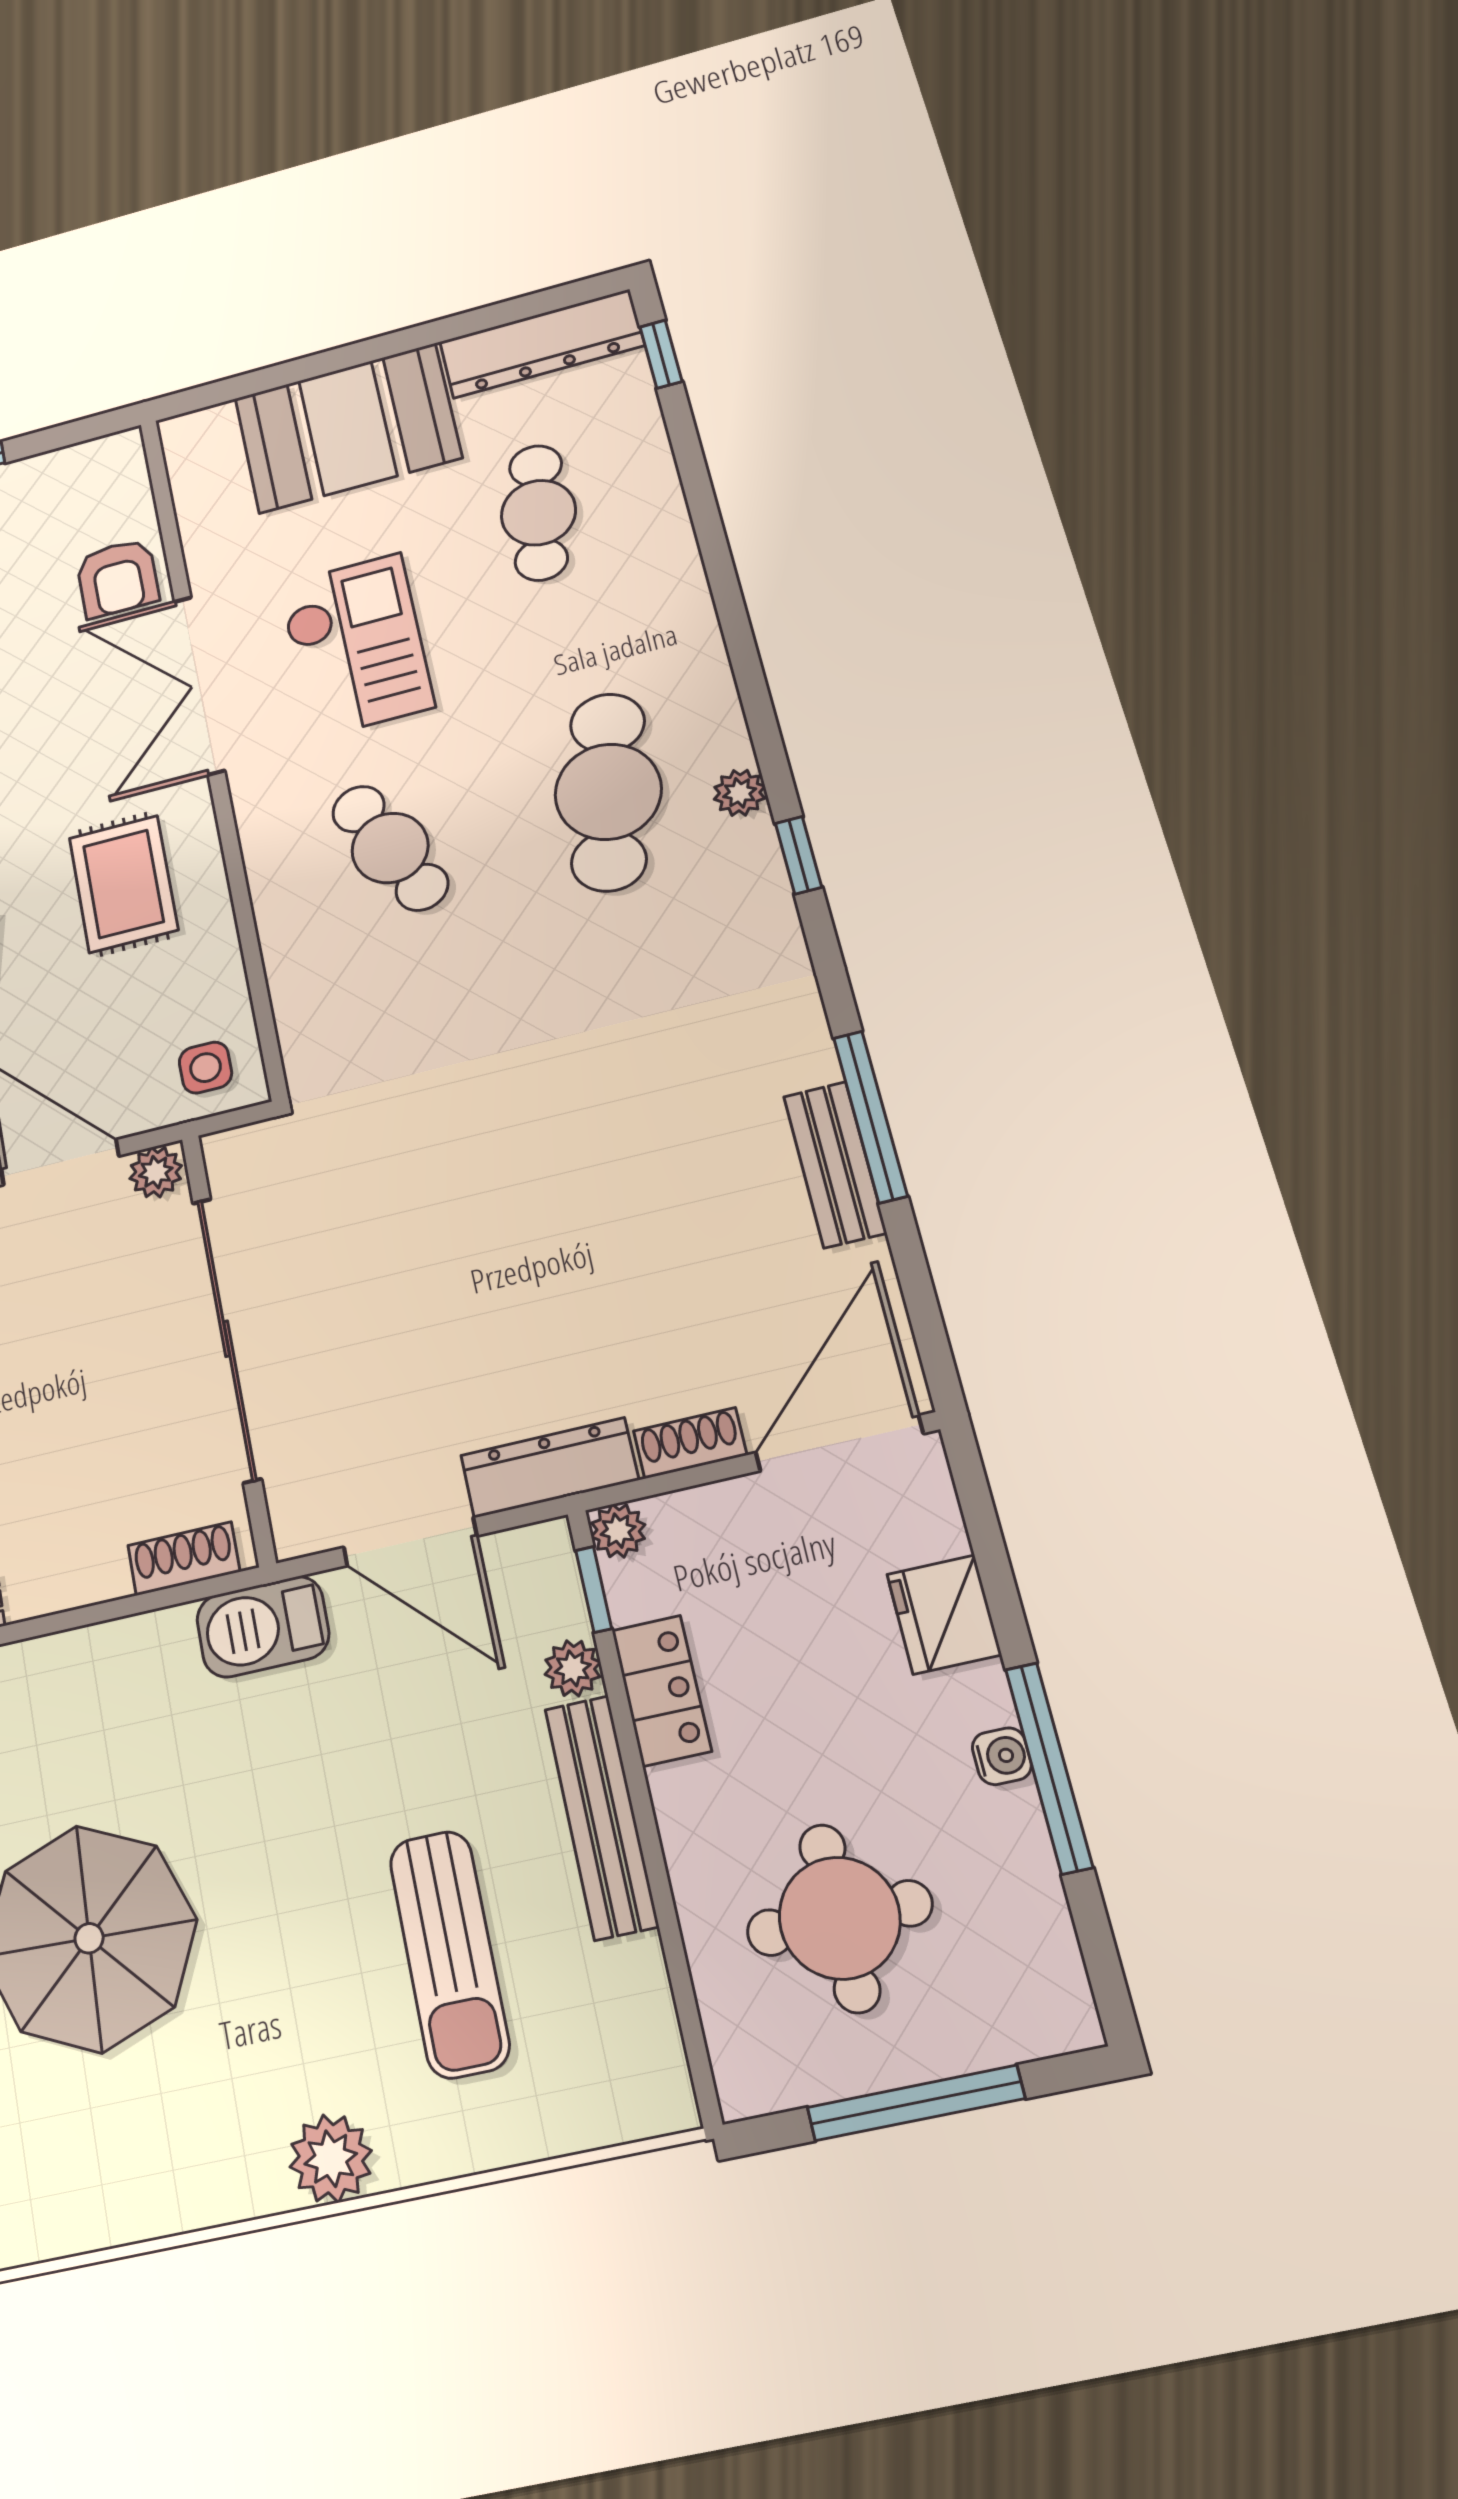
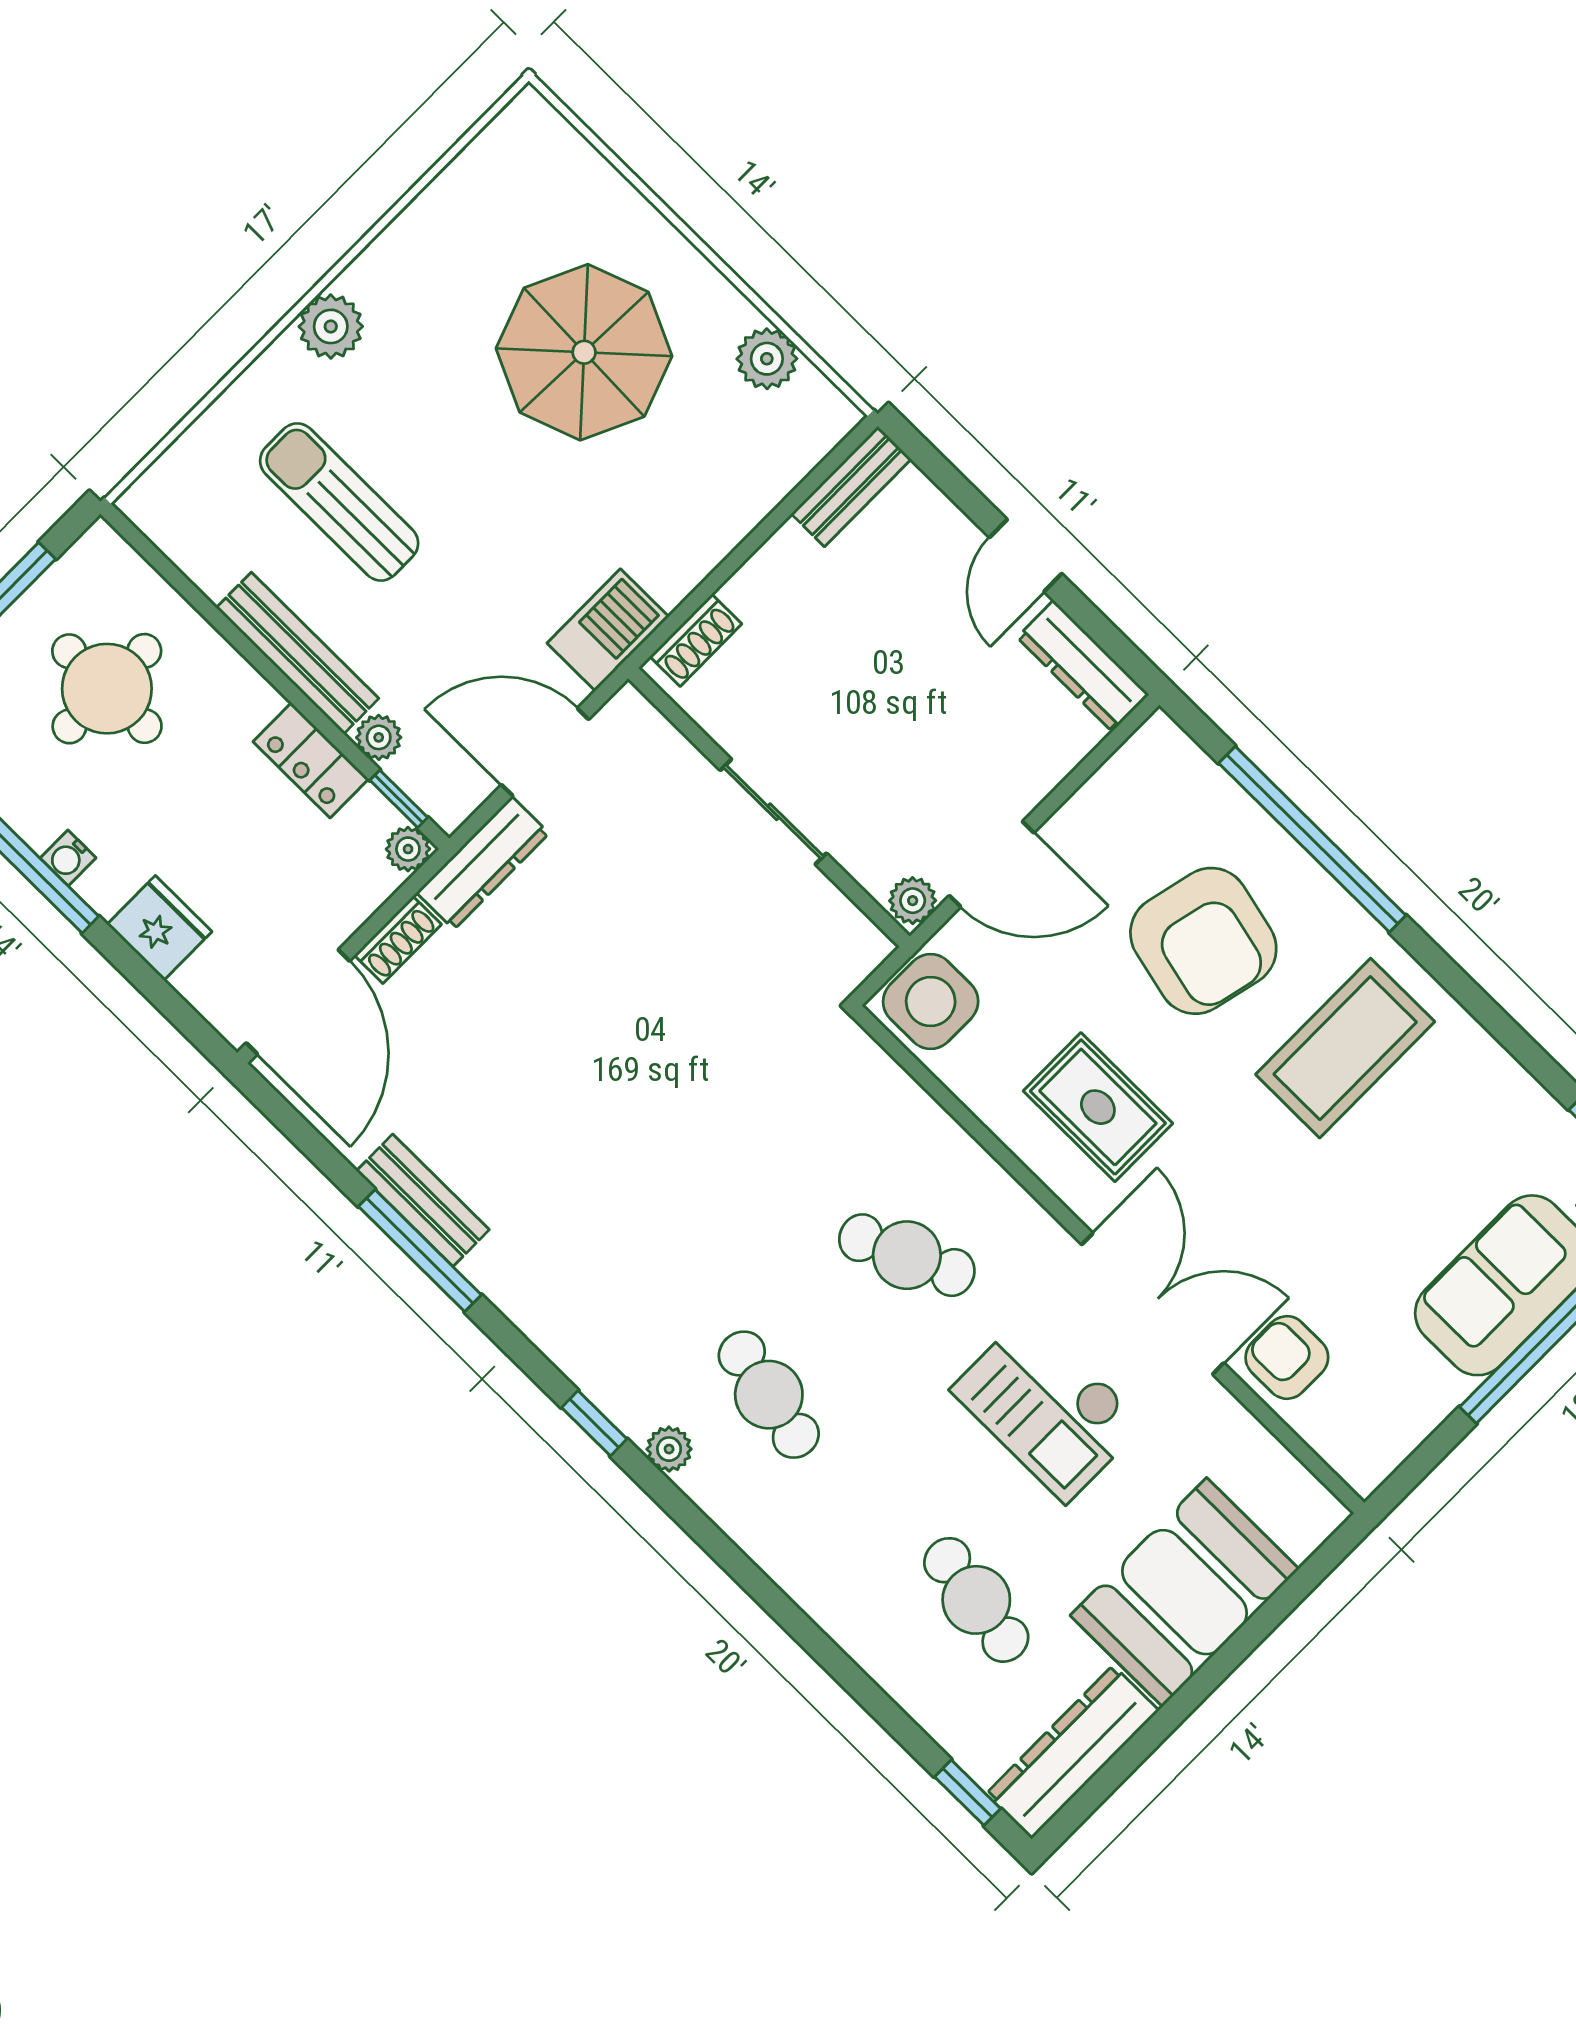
cafe table: (608, 792) -> (769, 1395), width x0.73, depth x0.74
side table: (206, 1068) -> (931, 1002), width x1.87, depth x1.87
sliding door: (227, 1339) -> (773, 812), width x0.54

